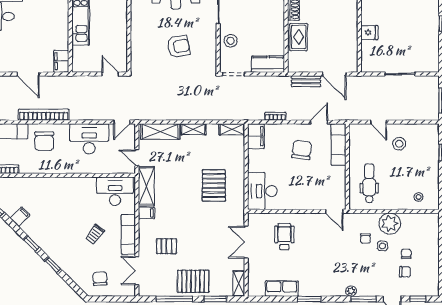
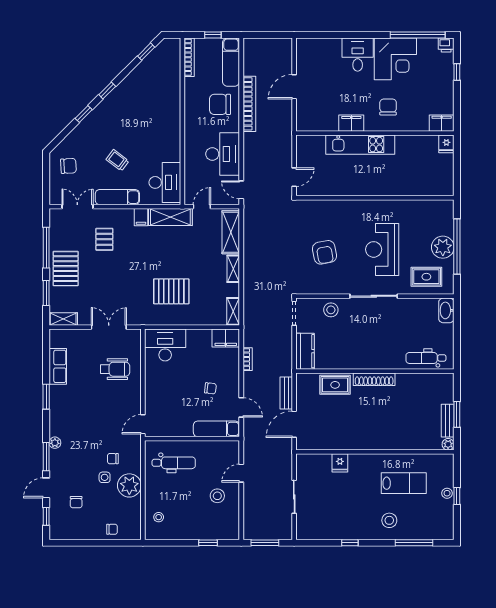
filing cabinet: (61, 61) -> (351, 123), moved
chair: (302, 150) -> (210, 388), width x0.54, depth x0.54
filing cabinet: (20, 217) -> (137, 78), removed
chair: (406, 254) -> (112, 529), moved

